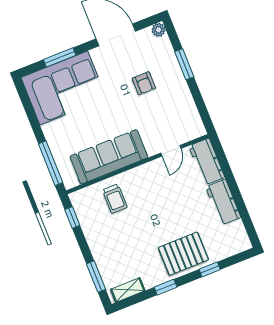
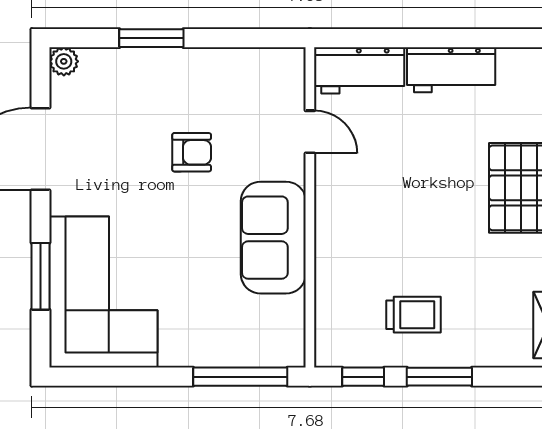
armchair: (144, 83) -> (192, 152), moved
sofa: (109, 157) -> (273, 238), width x0.73
trolley: (115, 199) -> (414, 315), moved
window: (96, 277) -> (439, 377), moved

